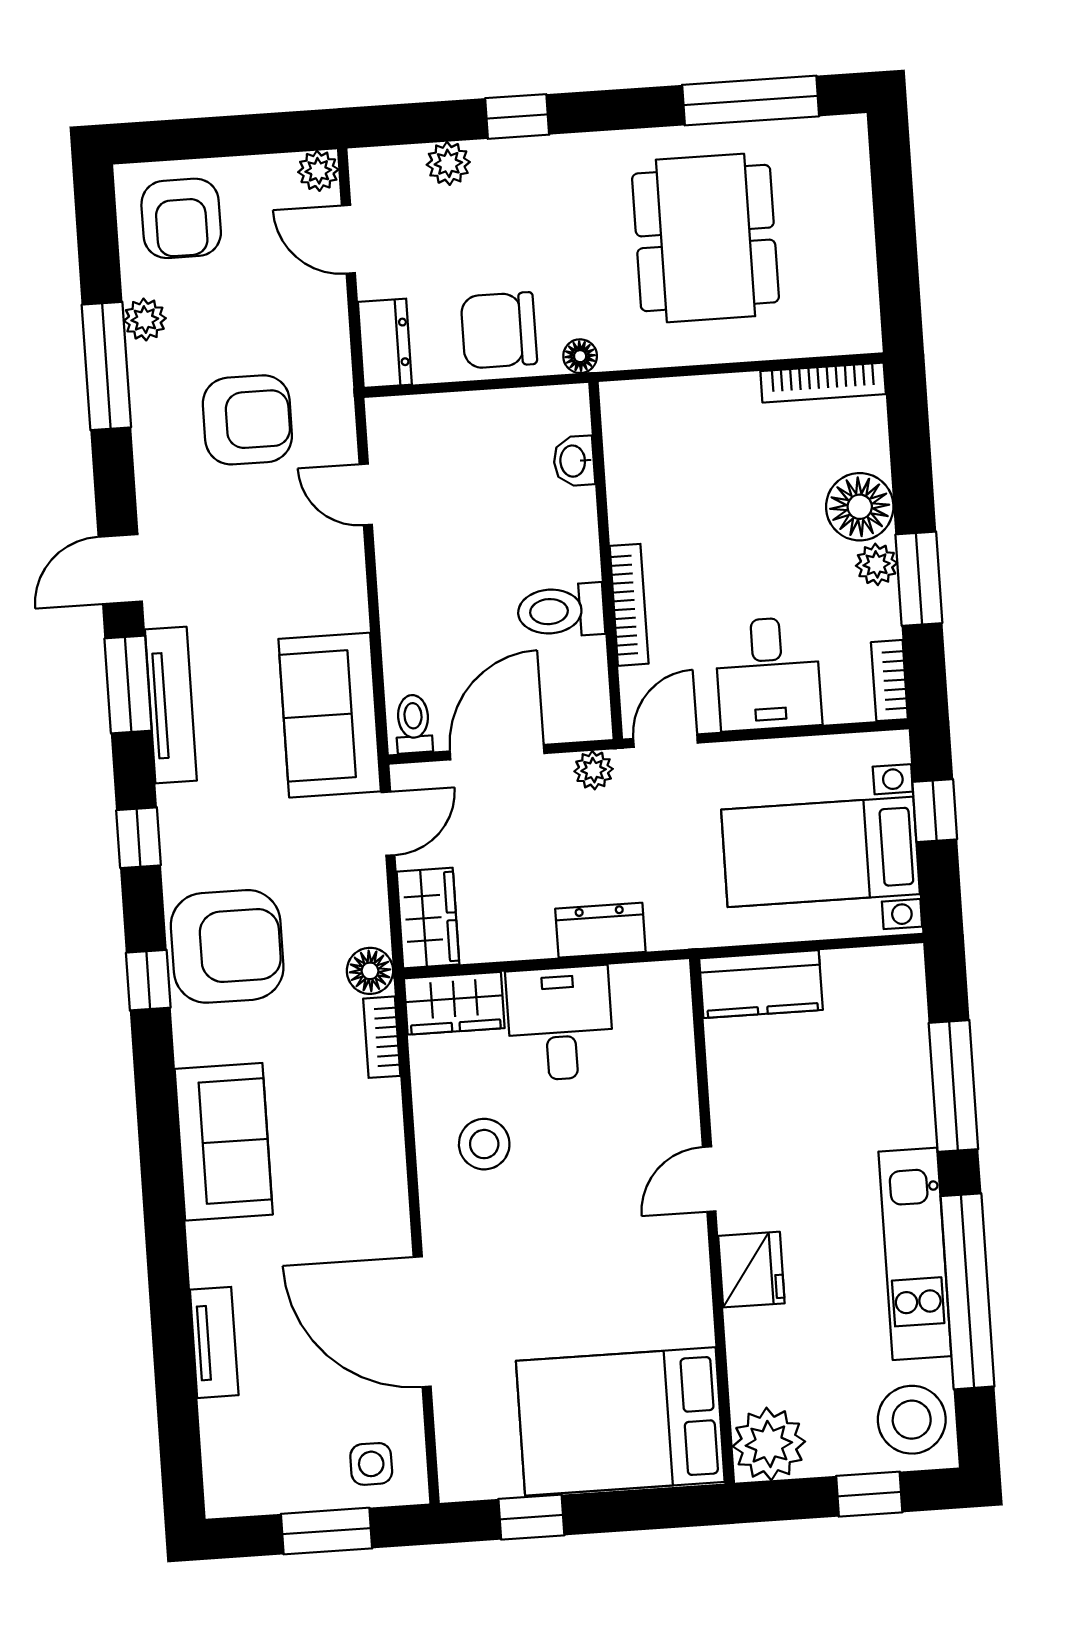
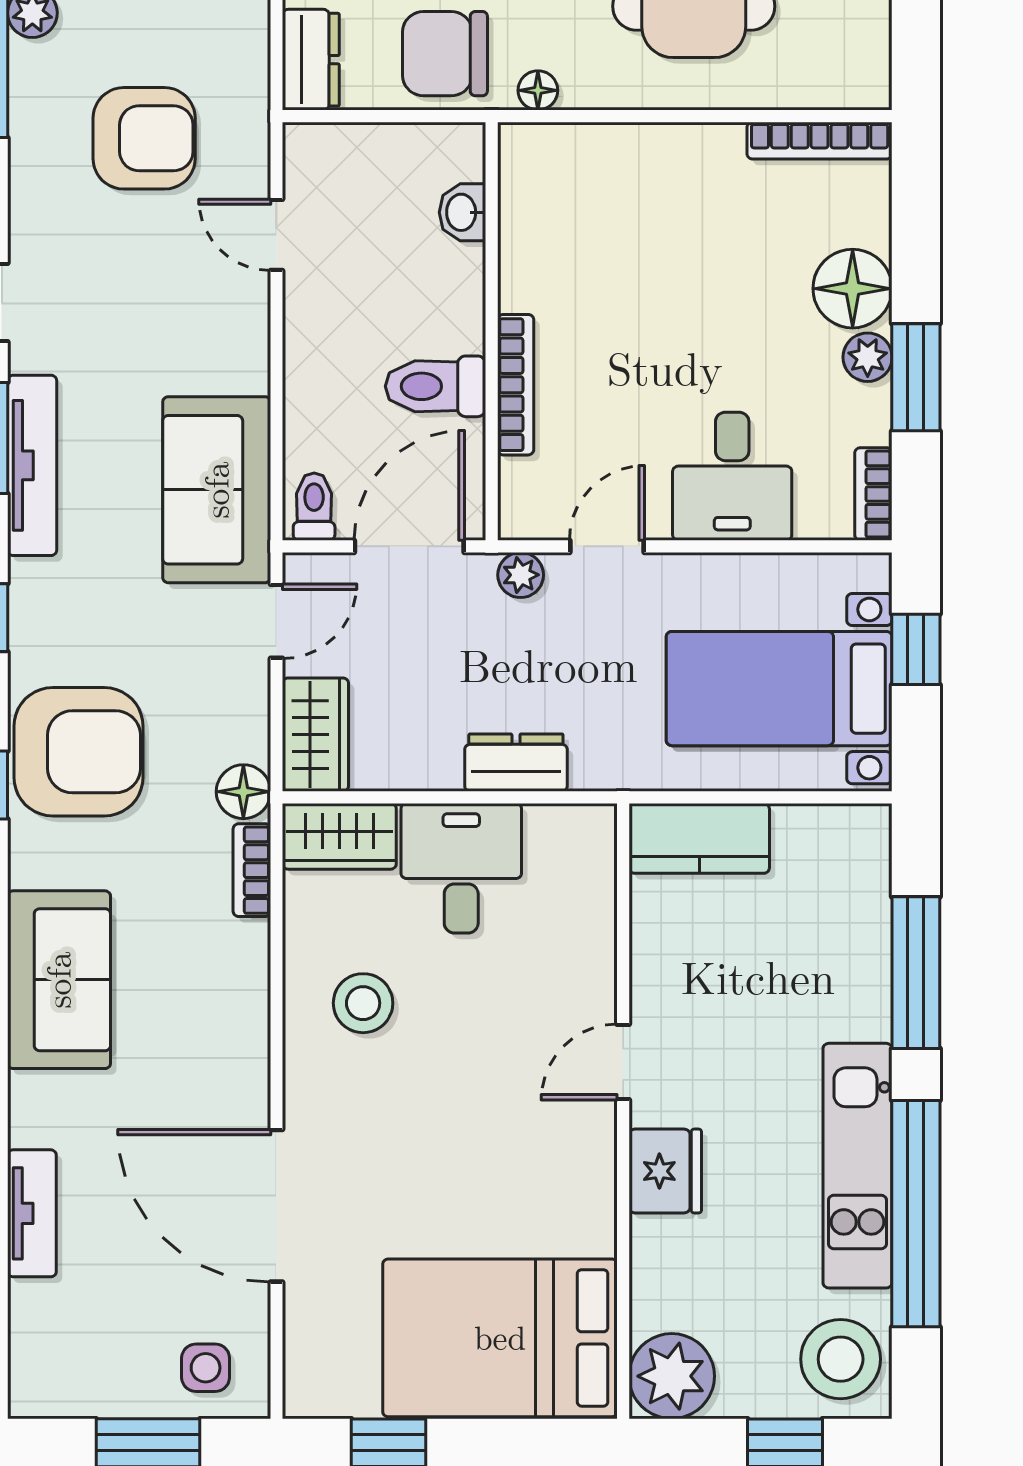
washbasin: (574, 461) -> (462, 212), moved
wall: (606, 561) -> (492, 331), moved
bookcase: (629, 605) -> (516, 385), moved
toilet: (561, 611) -> (435, 386), moved

